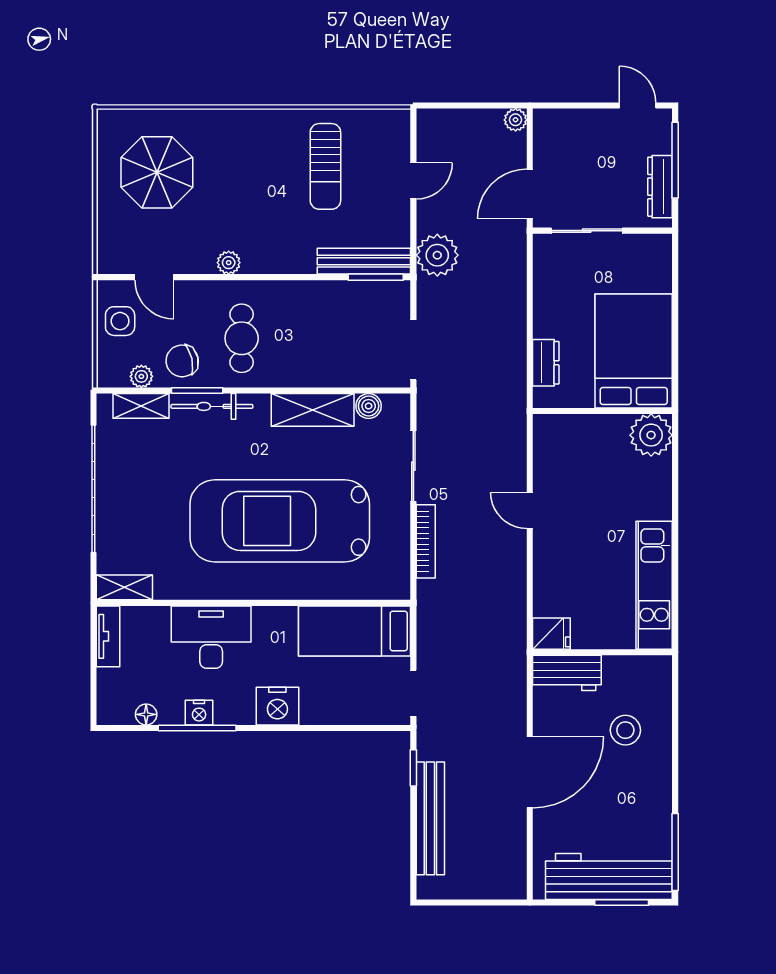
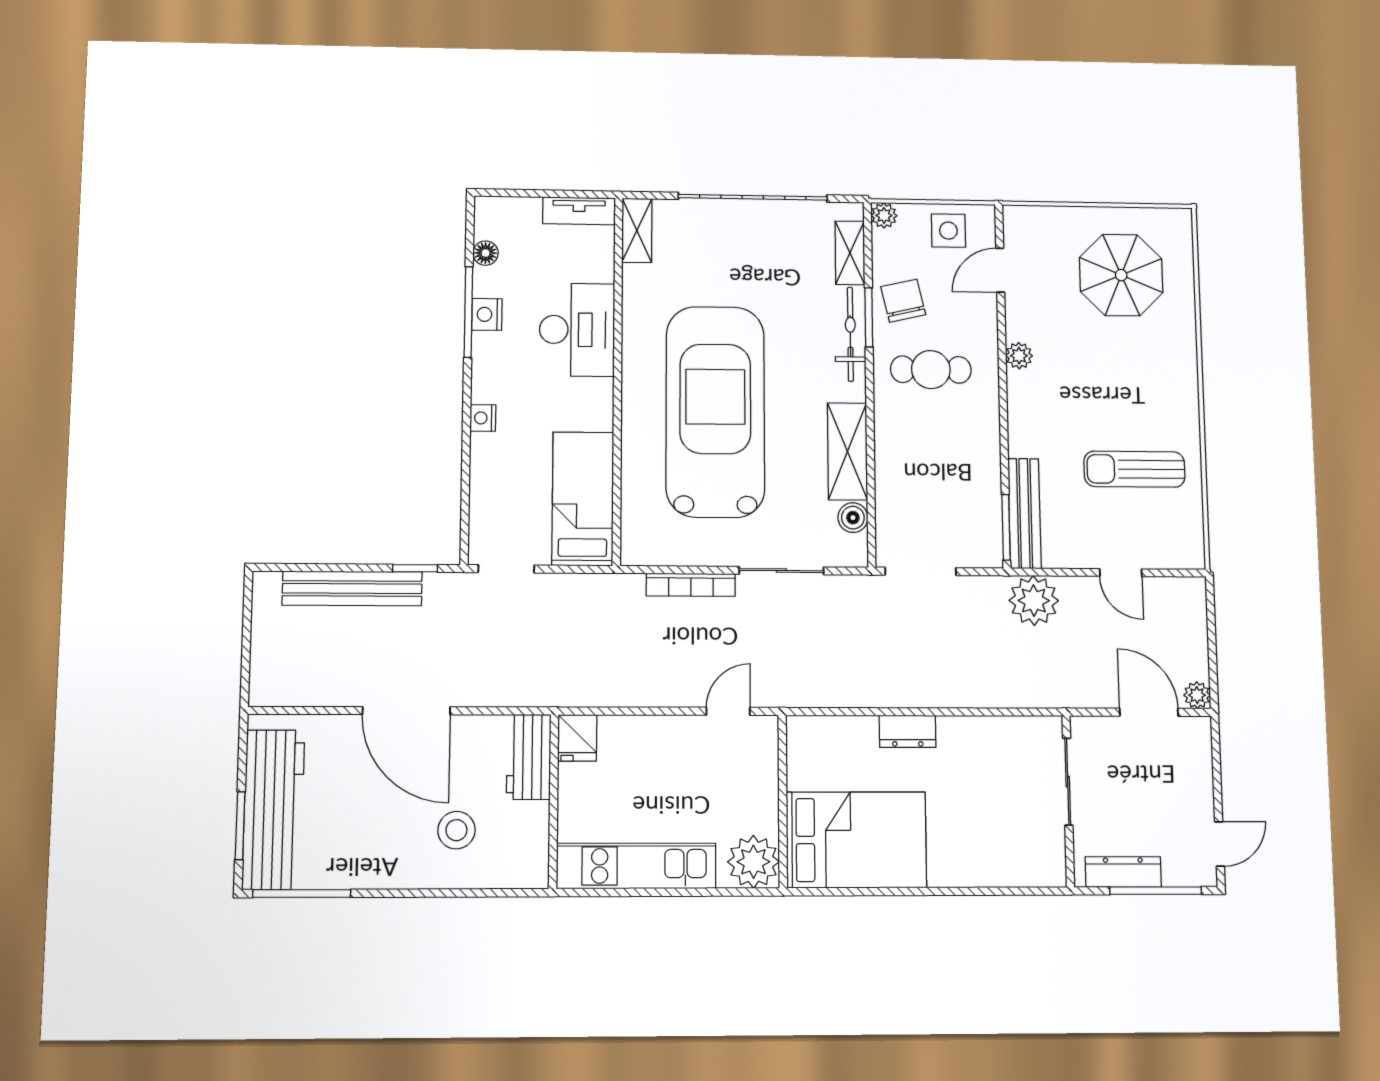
door: (530, 194) -> (1149, 712), moved
bed: (634, 351) -> (856, 840), moved
plant: (141, 376) -> (884, 215), moved
wall: (602, 411) -> (783, 801), moved
plant: (651, 435) -> (753, 862), moved
nightstand: (277, 706) -> (483, 418), width x0.53, depth x0.56

